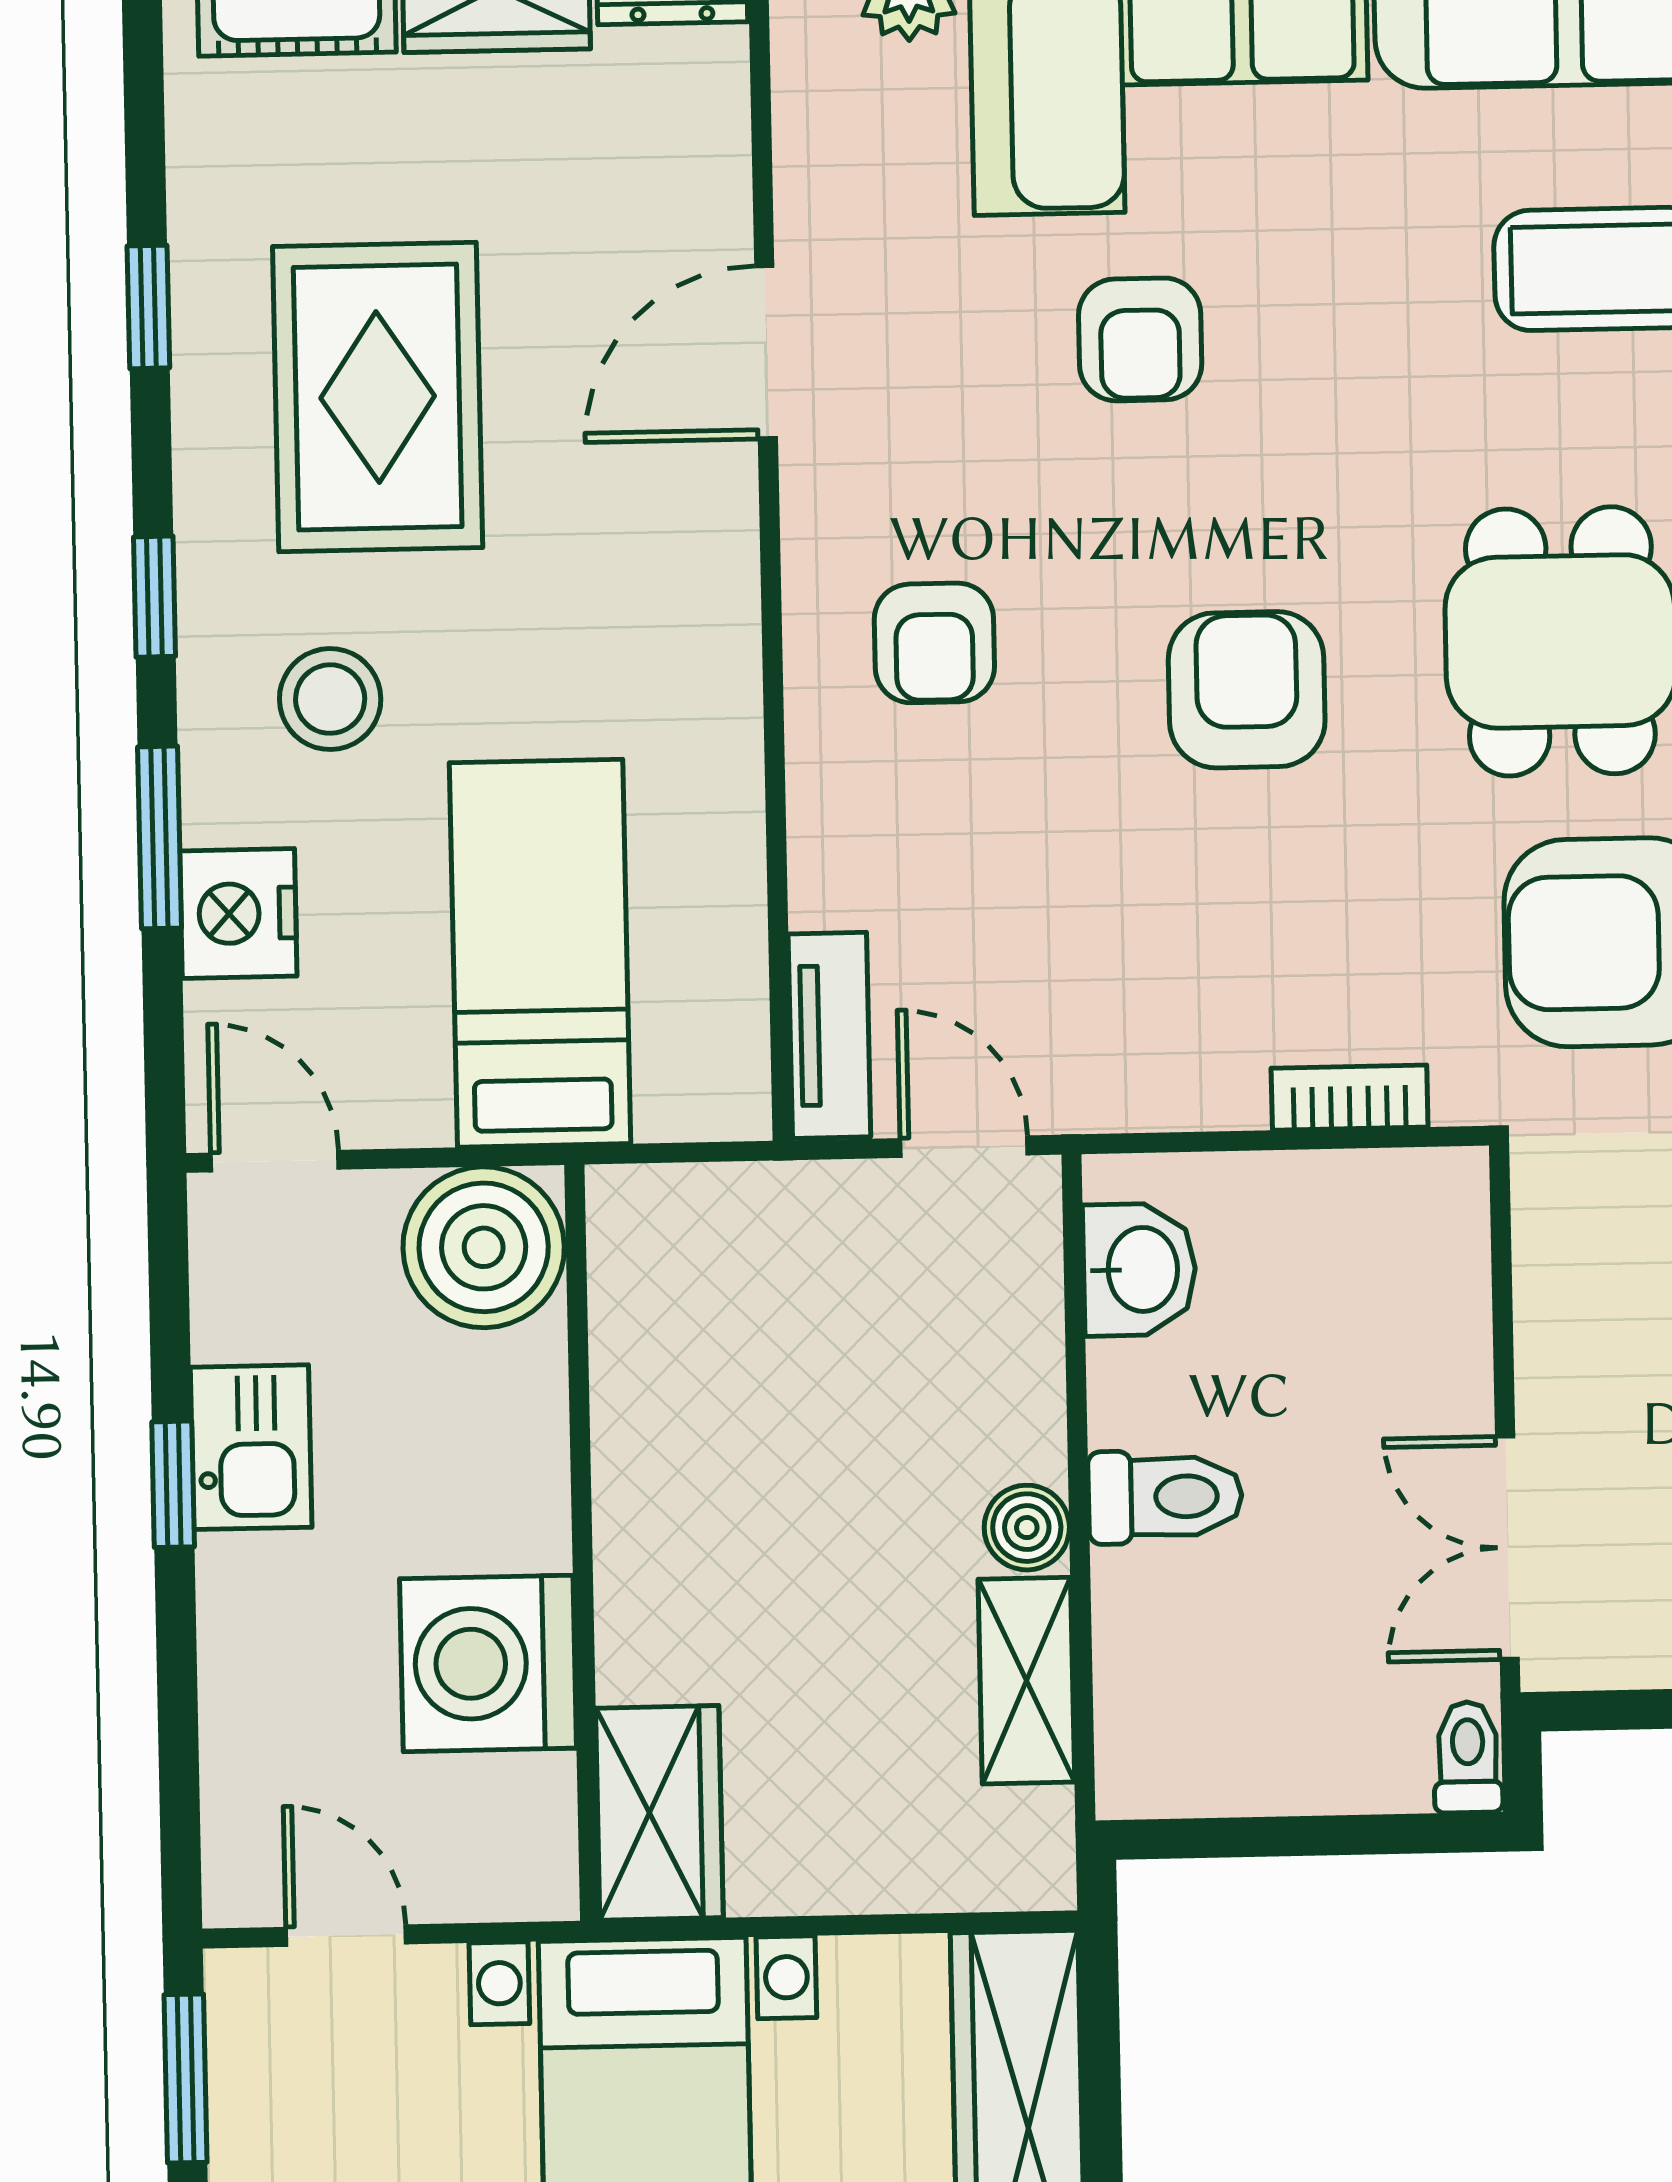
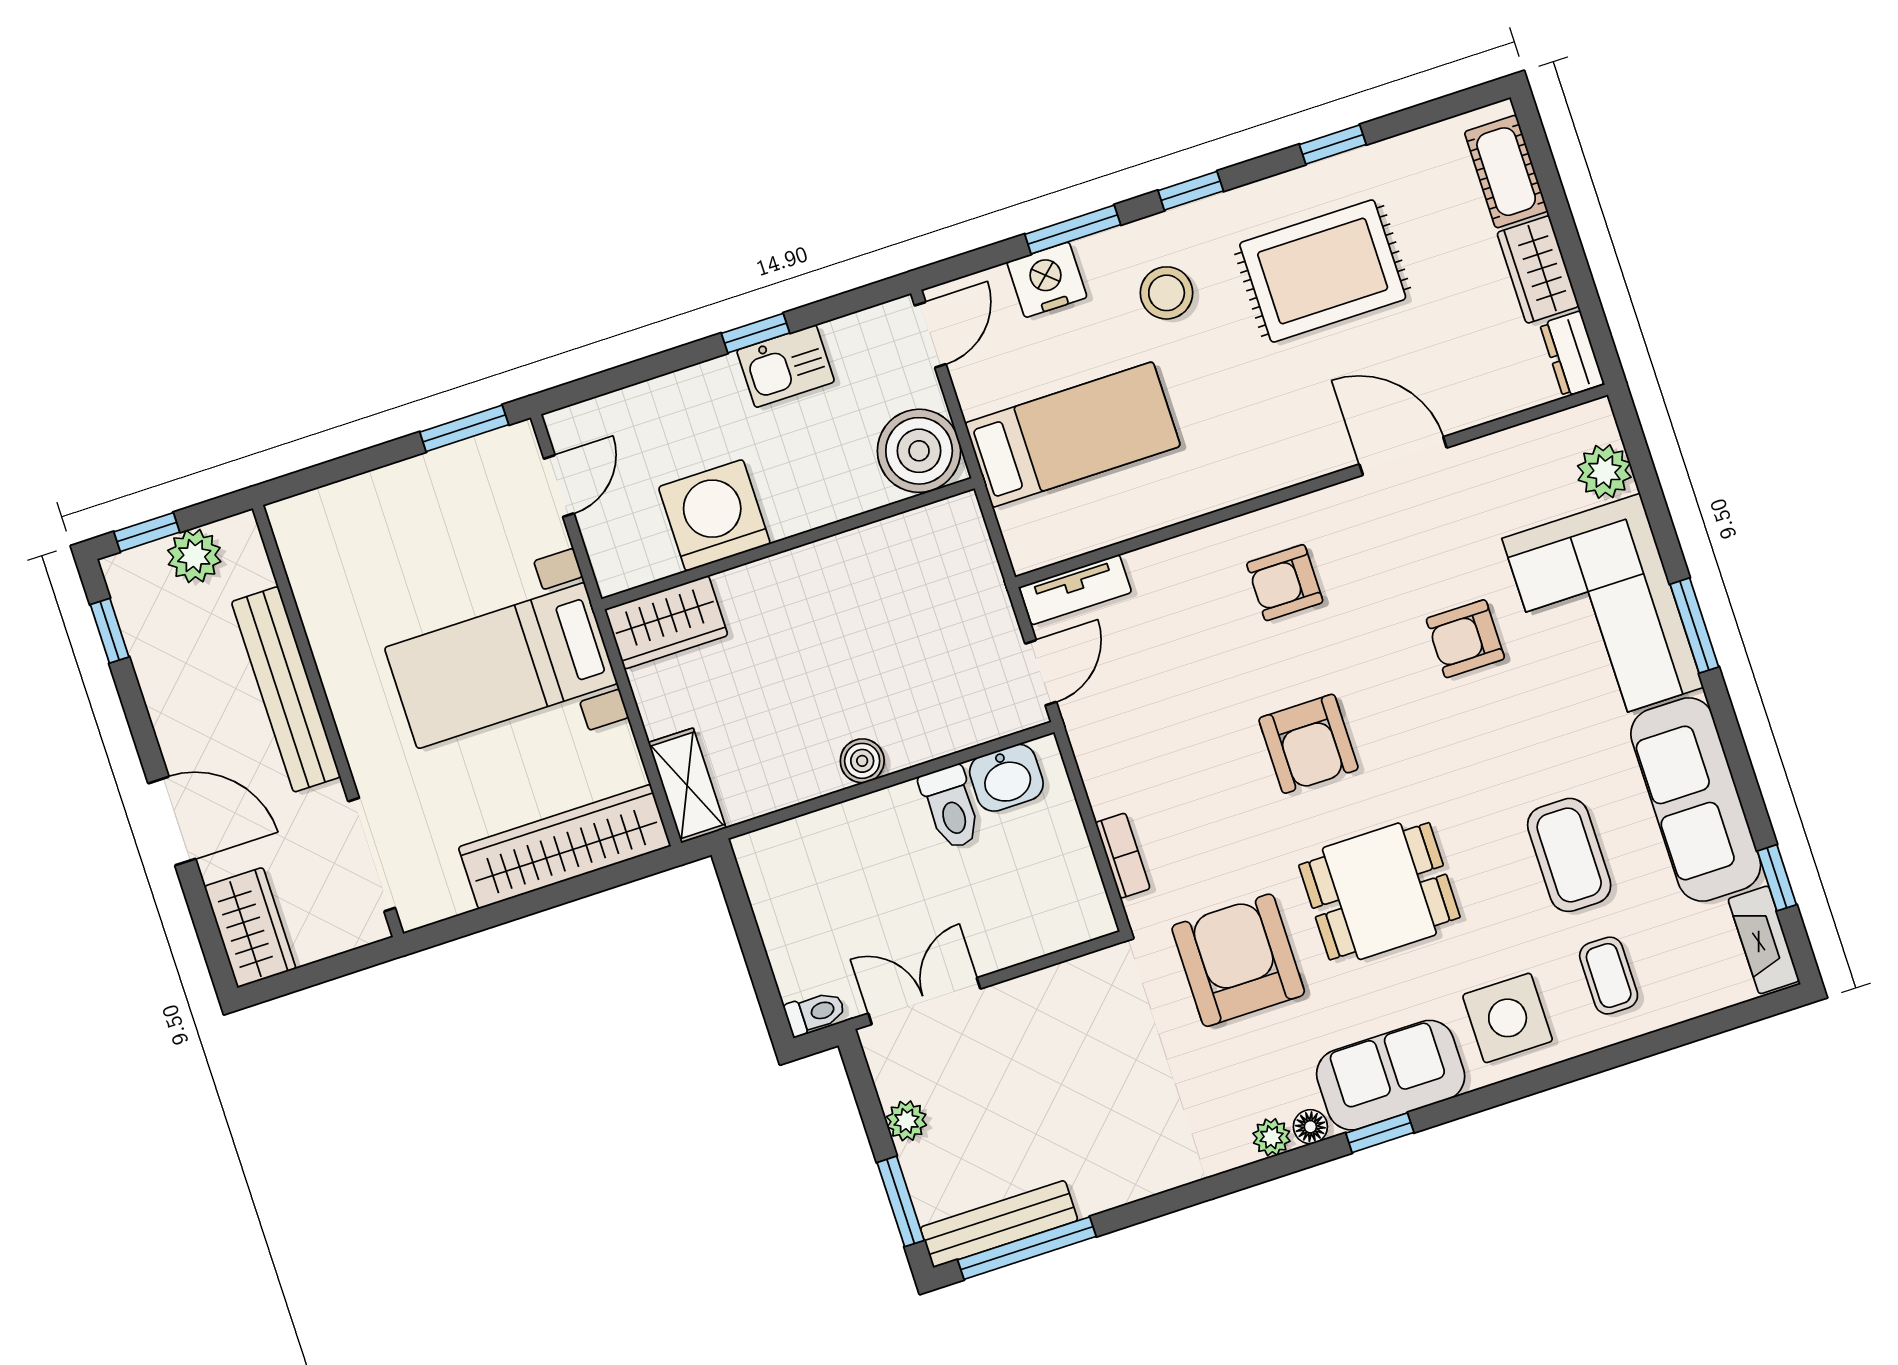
armchair: (1247, 690) -> (1309, 744), turned 90
toilet: (1165, 1497) -> (951, 807), moved
shelving: (1026, 1681) -> (687, 785), moved, turned 90

